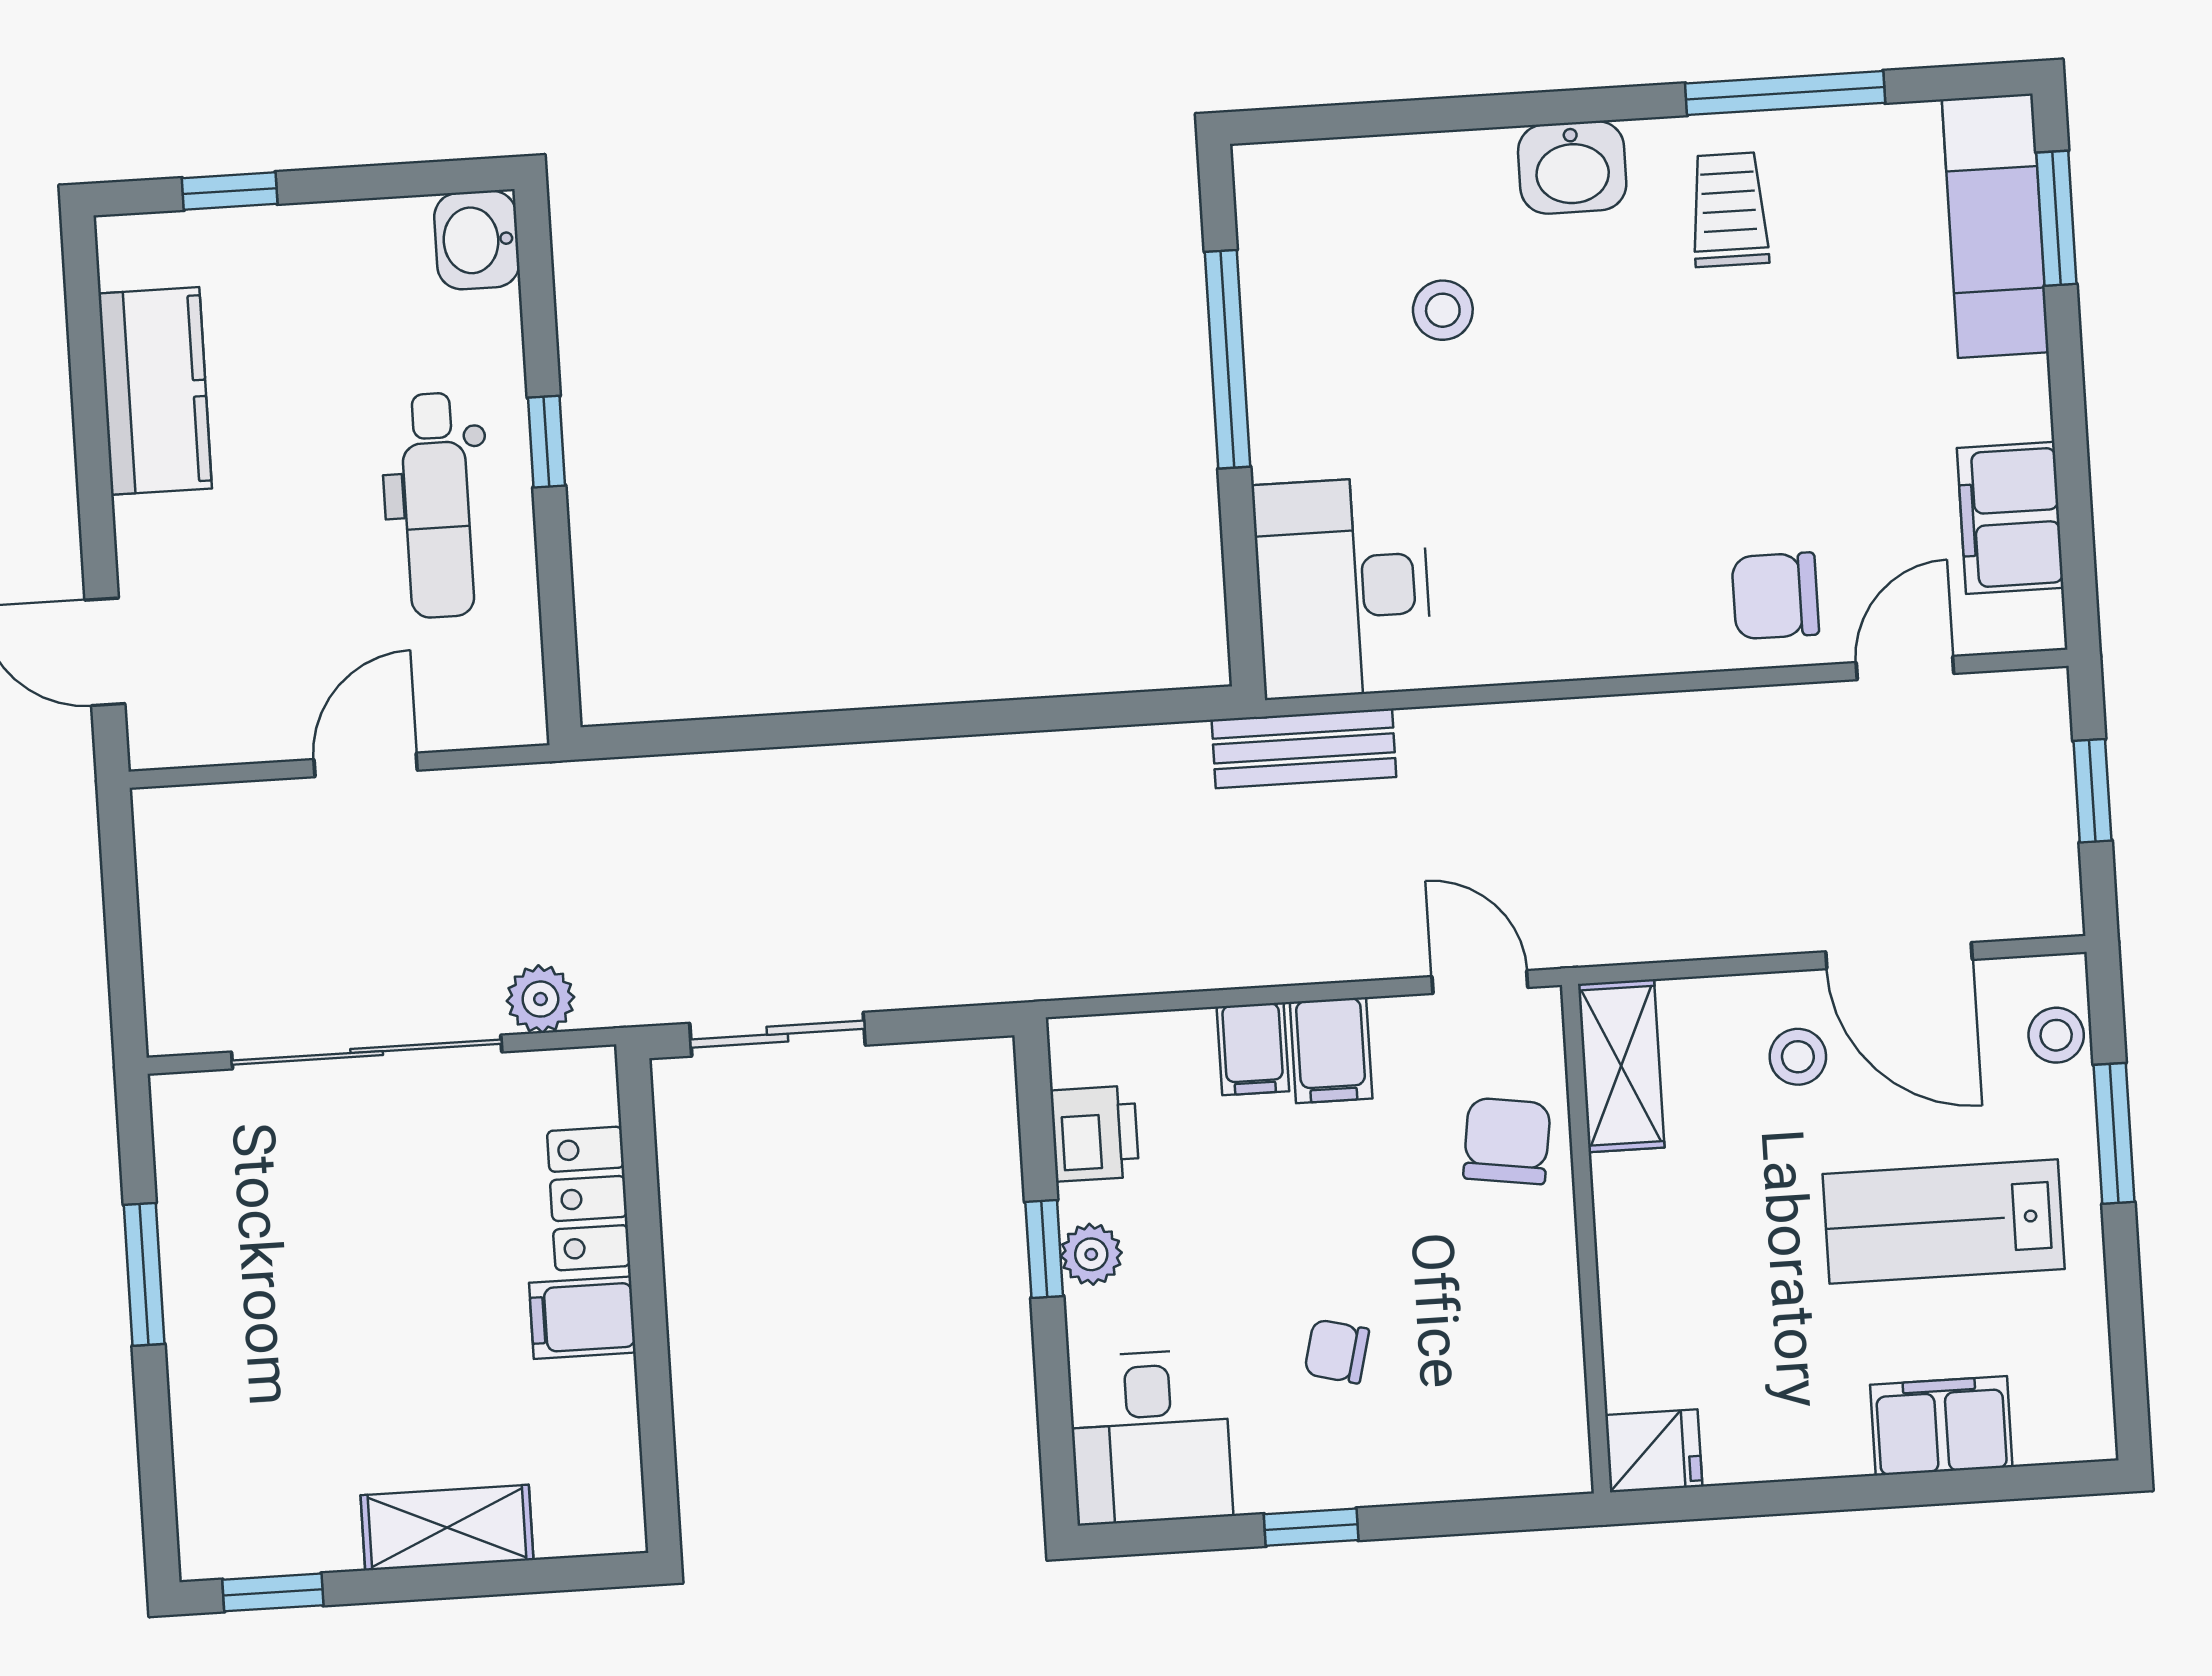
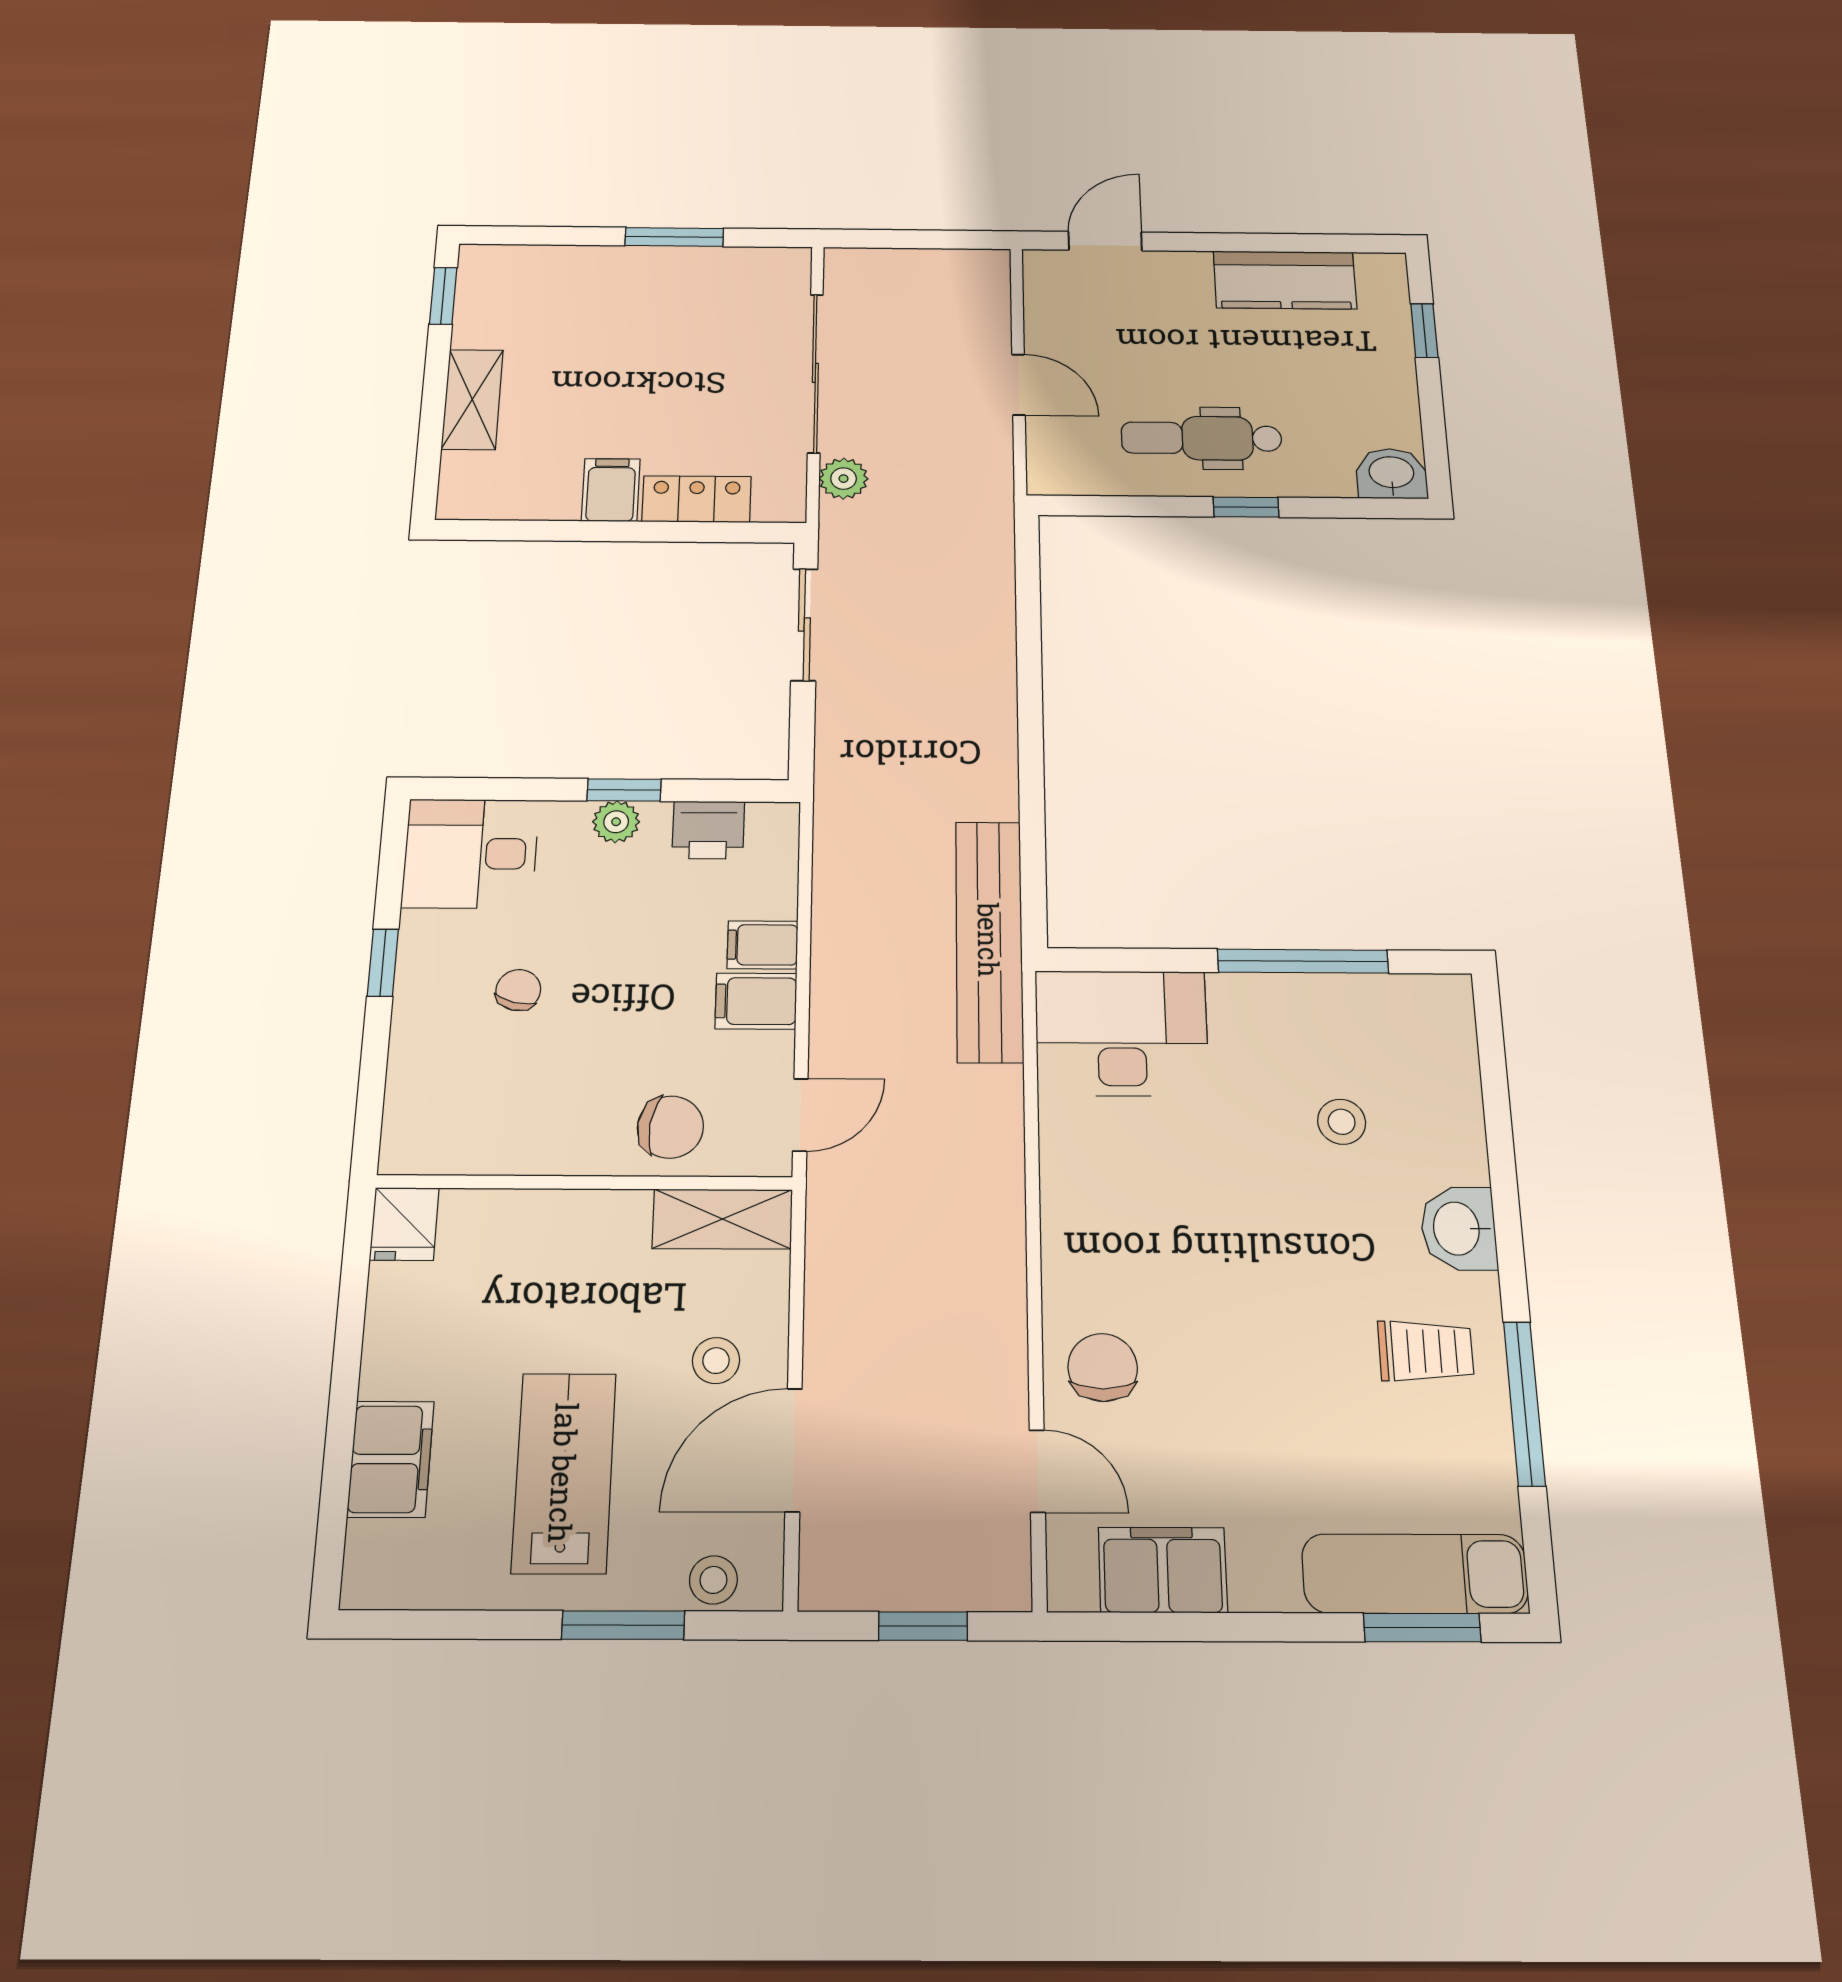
bench: (1304, 748) -> (989, 940), width x1.86, depth x1.21

